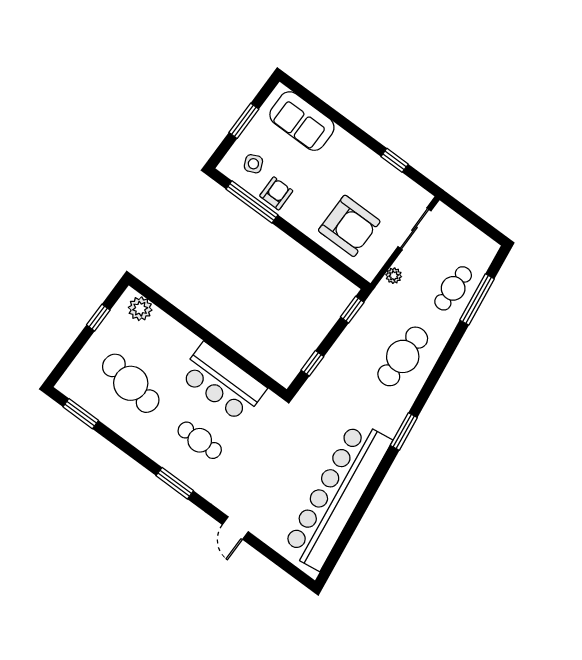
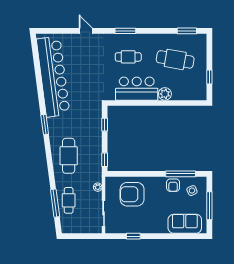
window: (244, 121) -> (209, 206), width x1.44
plant: (140, 309) -> (165, 94), moved

